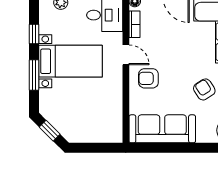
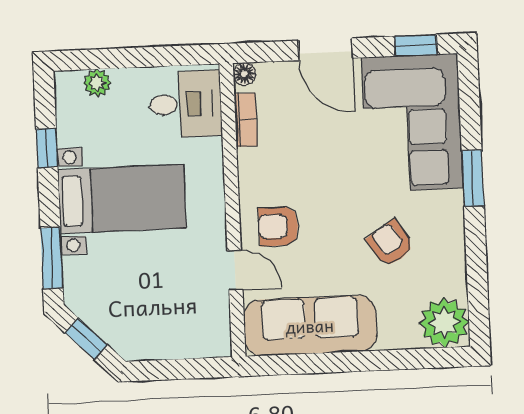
door: (126, 55) -> (235, 270), moved
window: (34, 75) -> (52, 258), moved

